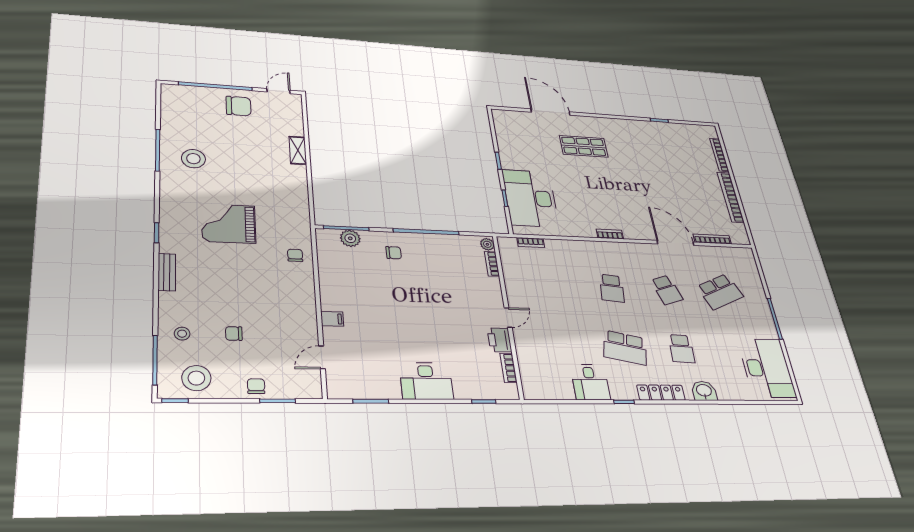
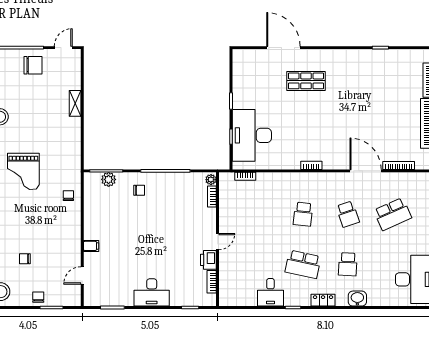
grand piano: (229, 224) -> (23, 171), turned -90
locker: (661, 393) -> (323, 300), width x0.66

